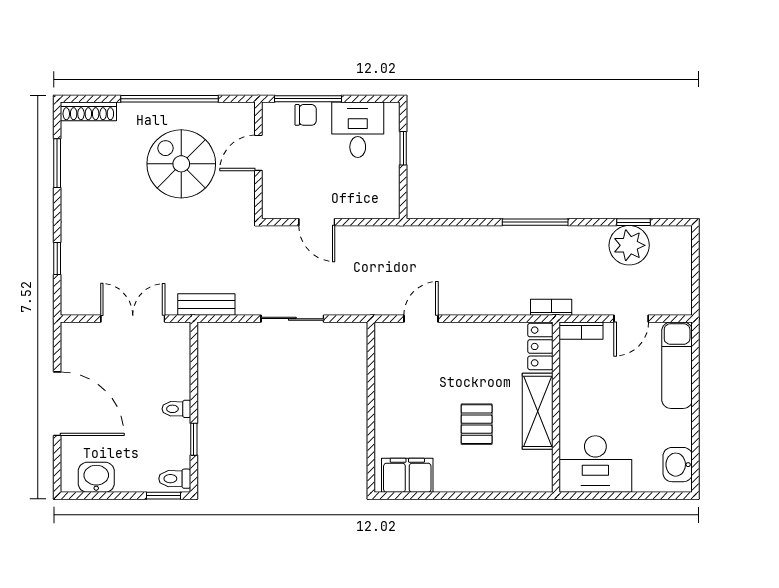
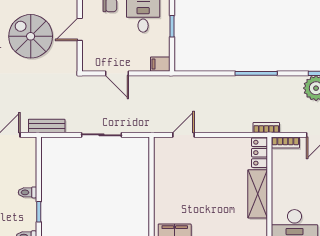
filing cabinet: (385, 207) -> (160, 64), added
pallet: (477, 424) -> (219, 202), removed

